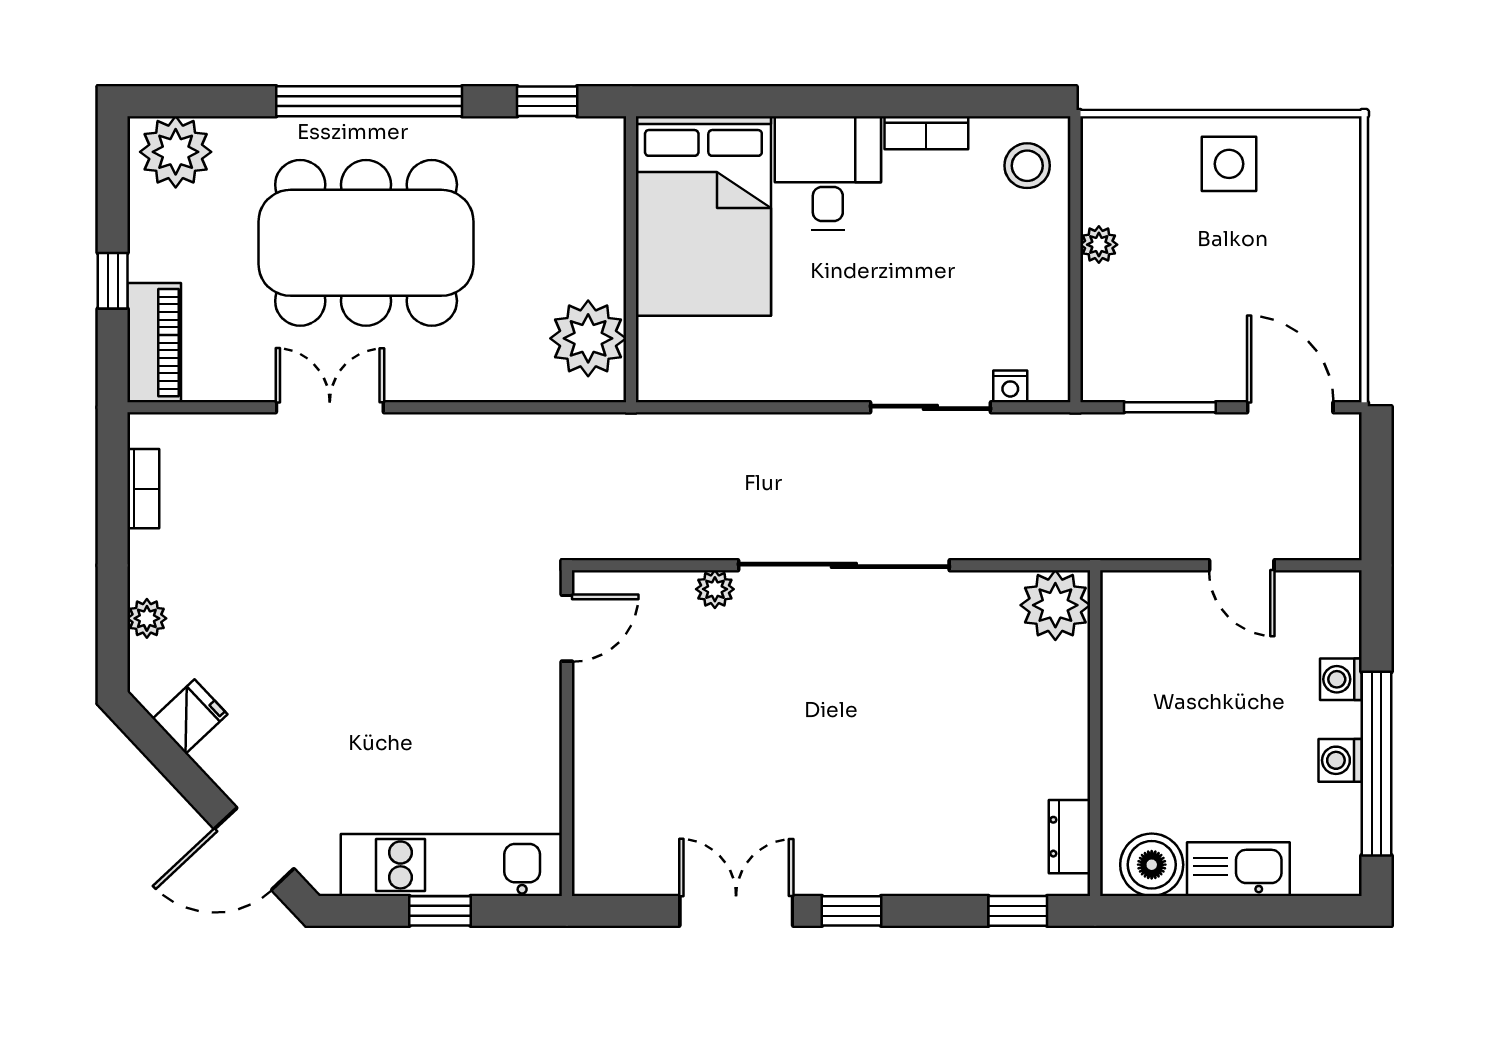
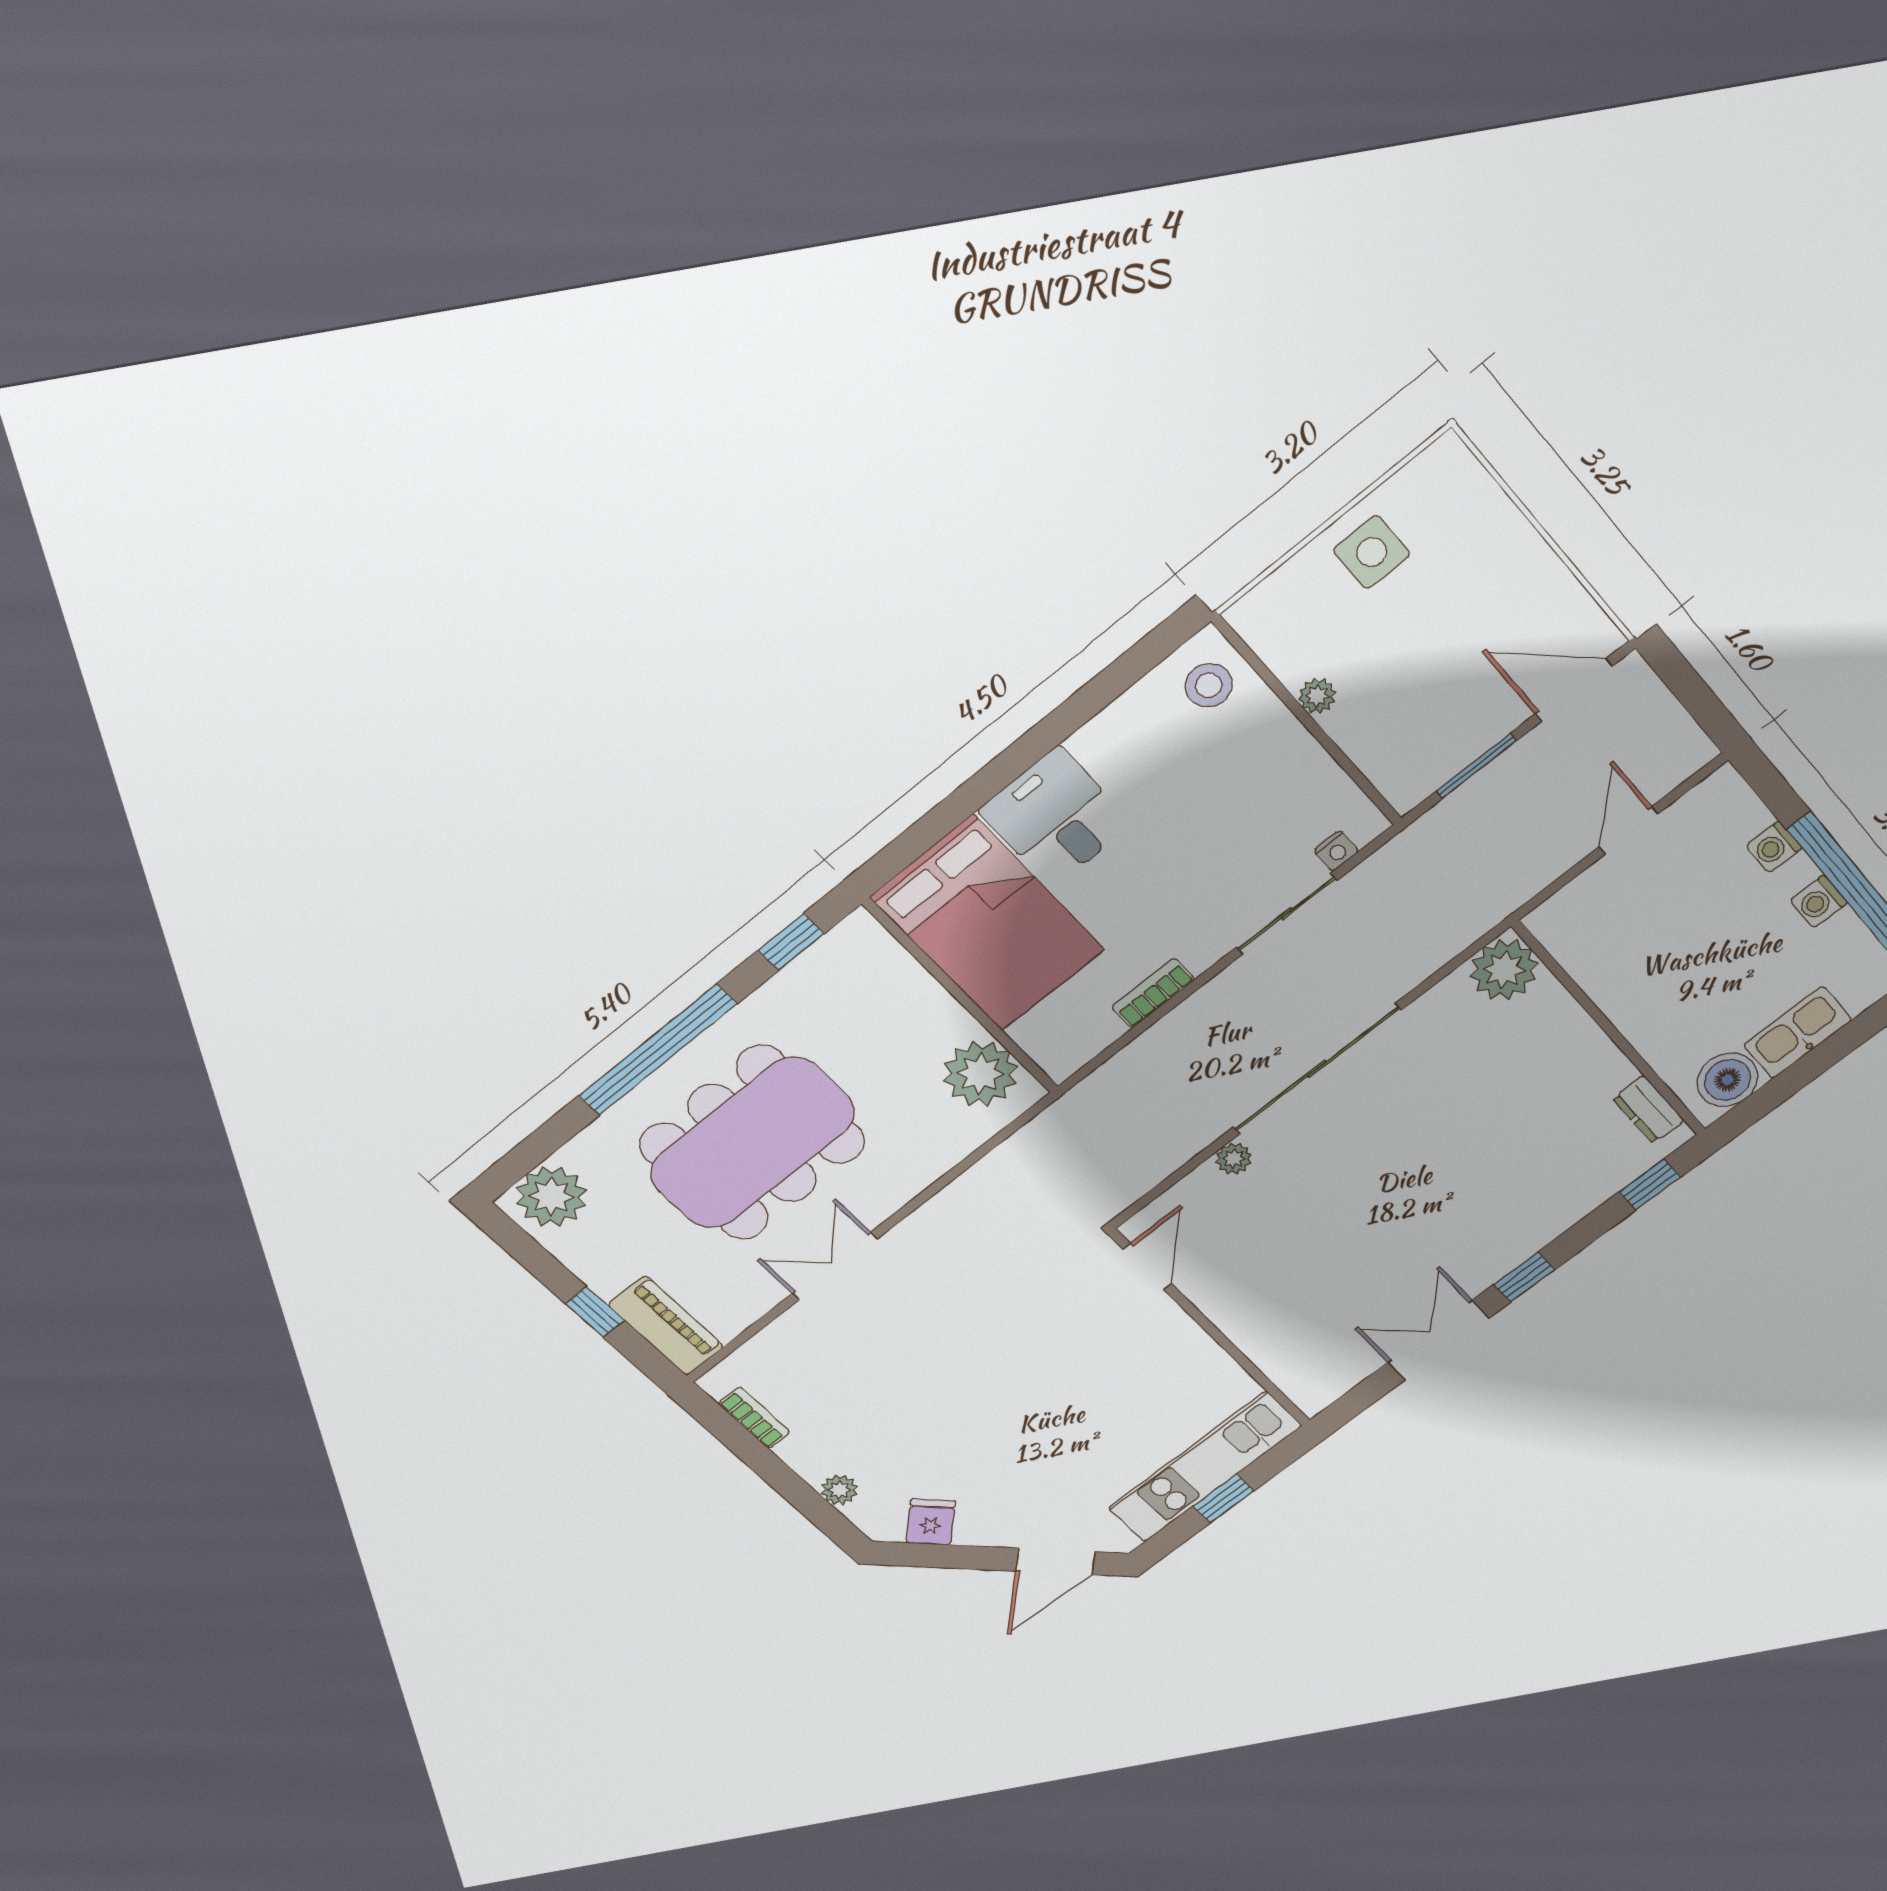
bookcase: (926, 133) -> (1153, 993), moved, turned 180
door: (1242, 565) -> (1628, 830), swing flipped

